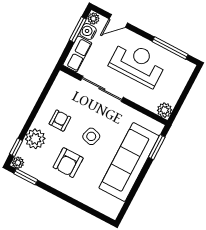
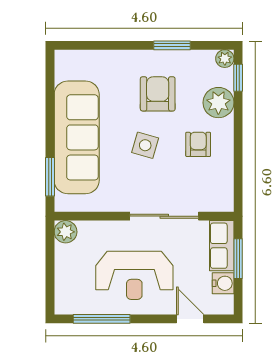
plant: (93, 19) -> (225, 304), removed
door: (118, 21) -> (190, 319), hinge flipped
window: (78, 30) -> (238, 259), moved
armchair: (60, 121) -> (198, 144), turned 180
window: (26, 177) -> (172, 45), moved

